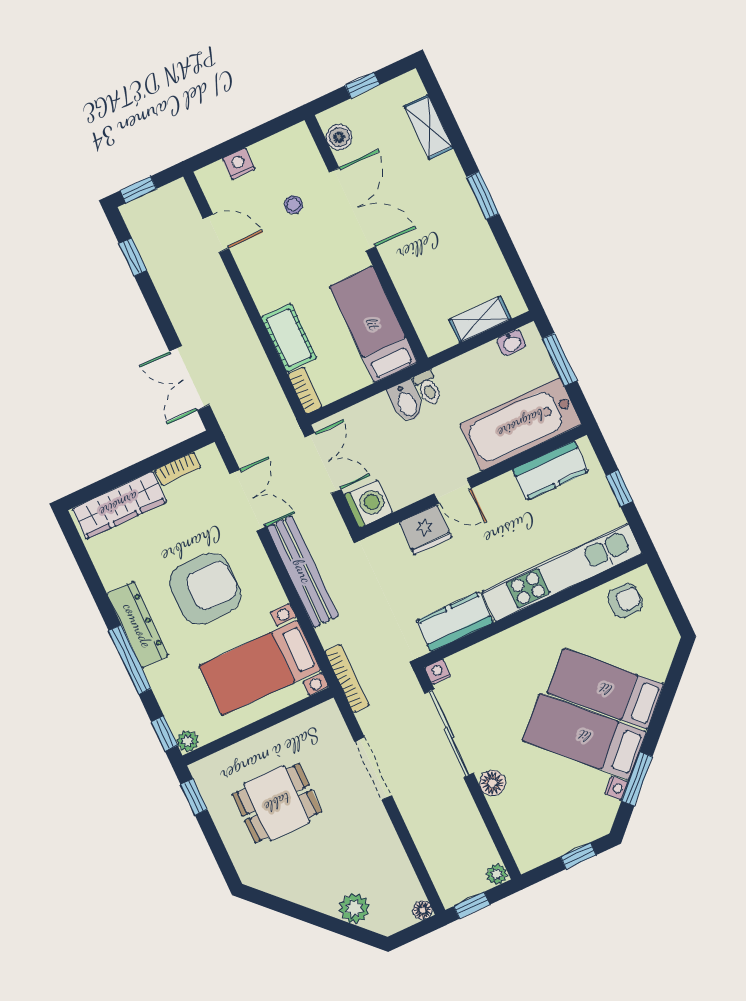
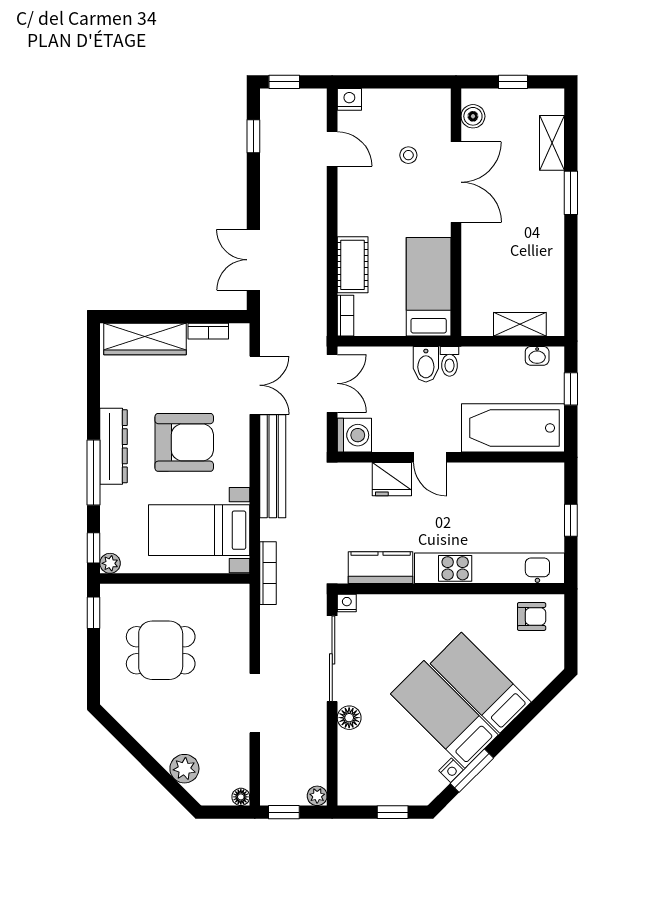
nightstand: (239, 164) -> (349, 99), moved
window: (483, 195) -> (571, 193), moved
window: (559, 360) -> (571, 389), width x0.67
kitchen counter: (550, 470) -> (520, 478), removed
doorway: (373, 769) -> (255, 703), moved

